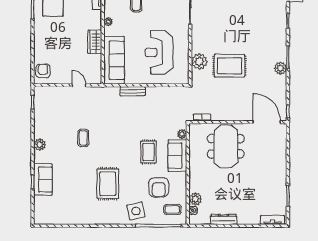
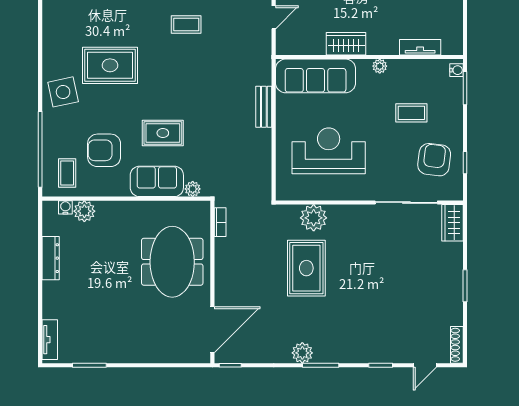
meeting table: (226, 146) -> (172, 262), turned 90
side table: (136, 211) -> (63, 92), moved

